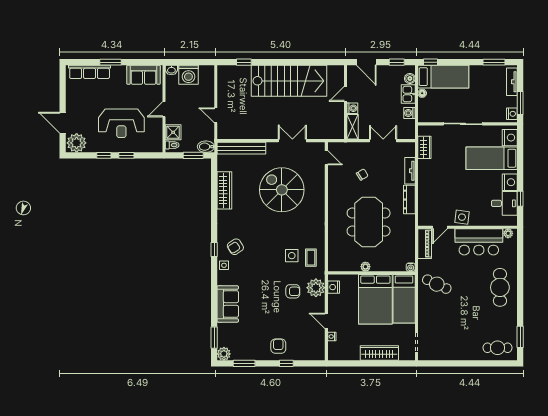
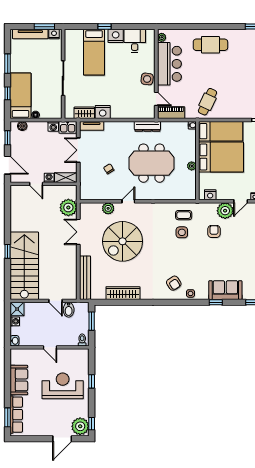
window: (110, 62) -> (8, 417), moved
window: (244, 62) -> (8, 251), moved
door: (366, 62) -> (8, 165), hinge flipped
window: (431, 62) -> (8, 93), moved
window: (494, 62) -> (8, 64), moved
sofa: (143, 75) -> (19, 380), moved
washing machine: (188, 75) -> (15, 321), width x0.53, depth x0.53
stairs: (289, 81) -> (24, 266), moved
tv unit: (512, 82) -> (30, 34), width x1.41
kitchen sink: (408, 94) -> (68, 127), moved
door: (216, 115) -> (55, 301), hinge flipped
reception desk: (121, 123) -> (63, 386), turned -90
plant: (319, 130) -> (68, 208), added
shower: (173, 132) -> (17, 309), moved
nightstand: (510, 138) -> (103, 112), moved, turned 180
bidet: (206, 147) -> (69, 310), moved
window: (104, 155) -> (92, 424), moved
door: (326, 158) -> (128, 201), moved
tv unit: (410, 171) -> (92, 126), moved
plant: (318, 174) -> (108, 208), added
window: (520, 199) -> (104, 27), moved
dresser: (409, 200) -> (147, 126), moved
window: (214, 249) -> (216, 302), moved
plant: (316, 288) -> (225, 211), moved

